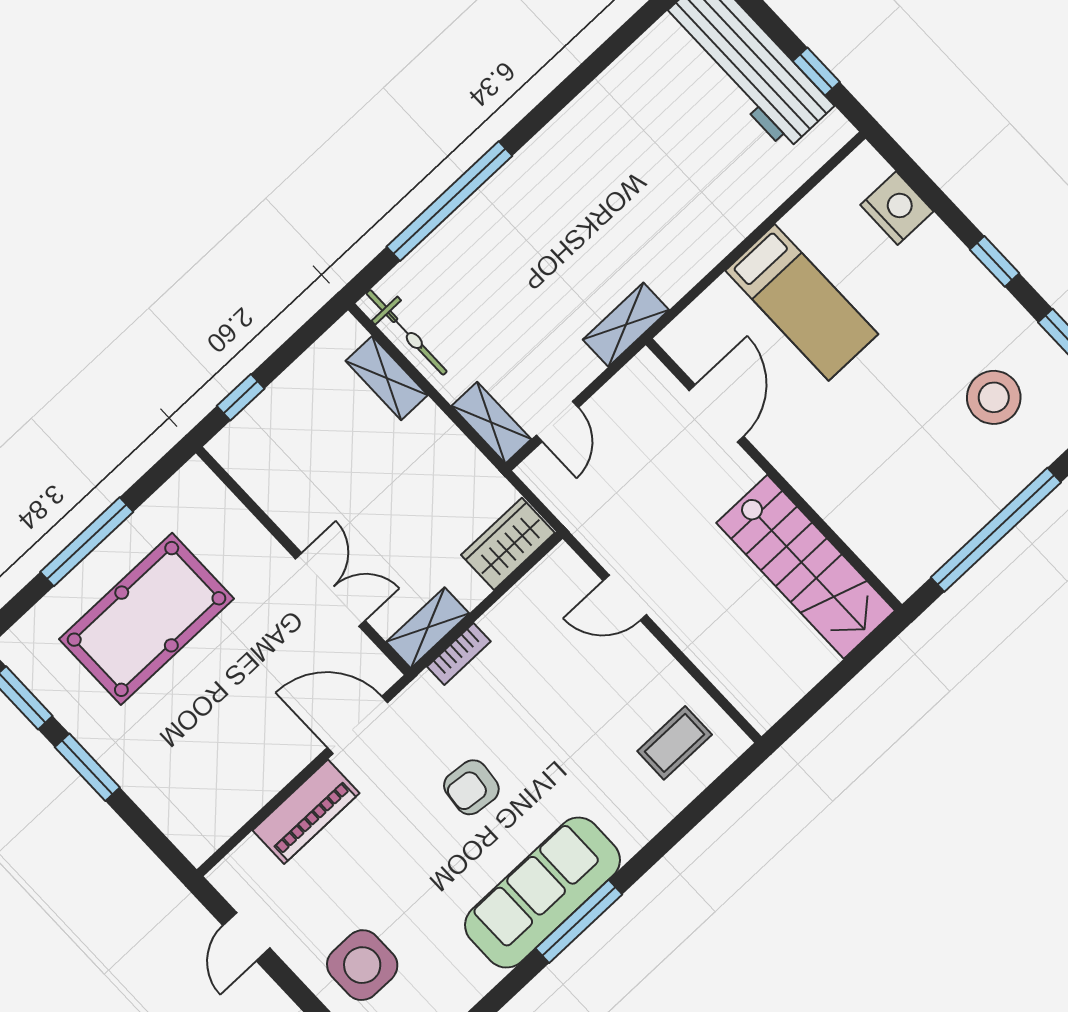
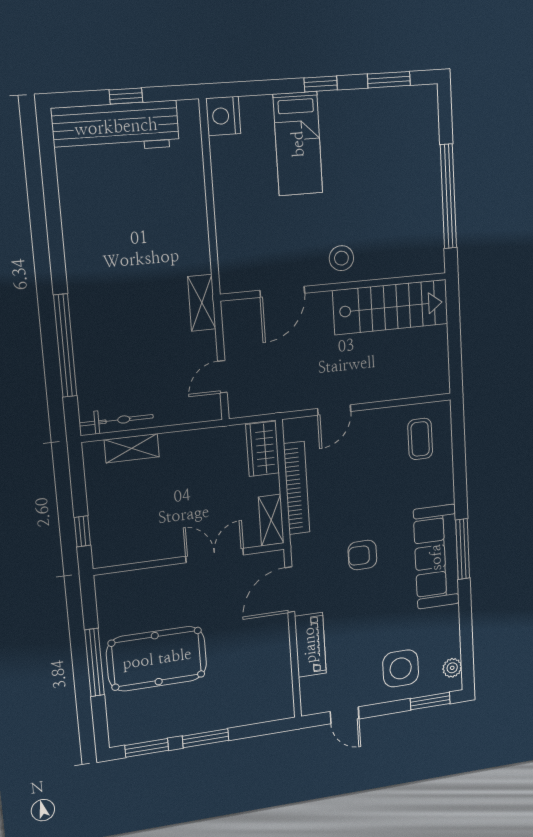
window: (816, 72) -> (126, 96), moved
nightstand: (897, 208) -> (223, 116), moved, turned -90
bed: (802, 302) -> (298, 144), moved, turned 90
stool: (994, 397) -> (341, 258), moved, width x0.73, depth x0.73
door: (716, 413) -> (282, 292), swing flipped
door: (557, 421) -> (222, 377), swing flipped
shelving: (491, 423) -> (196, 411), removed
pool table: (147, 619) -> (157, 659), turned 90
bookcase: (459, 654) -> (297, 488), width x2.31, depth x1.31
armchair: (471, 787) -> (362, 555), turned 84

